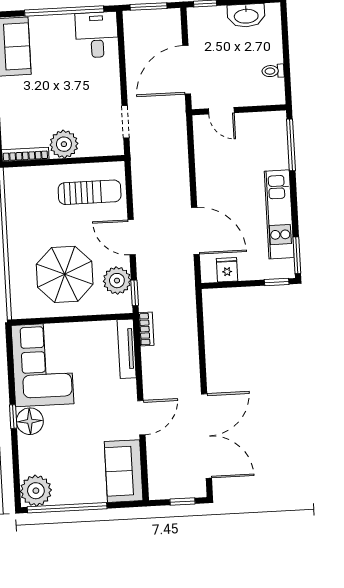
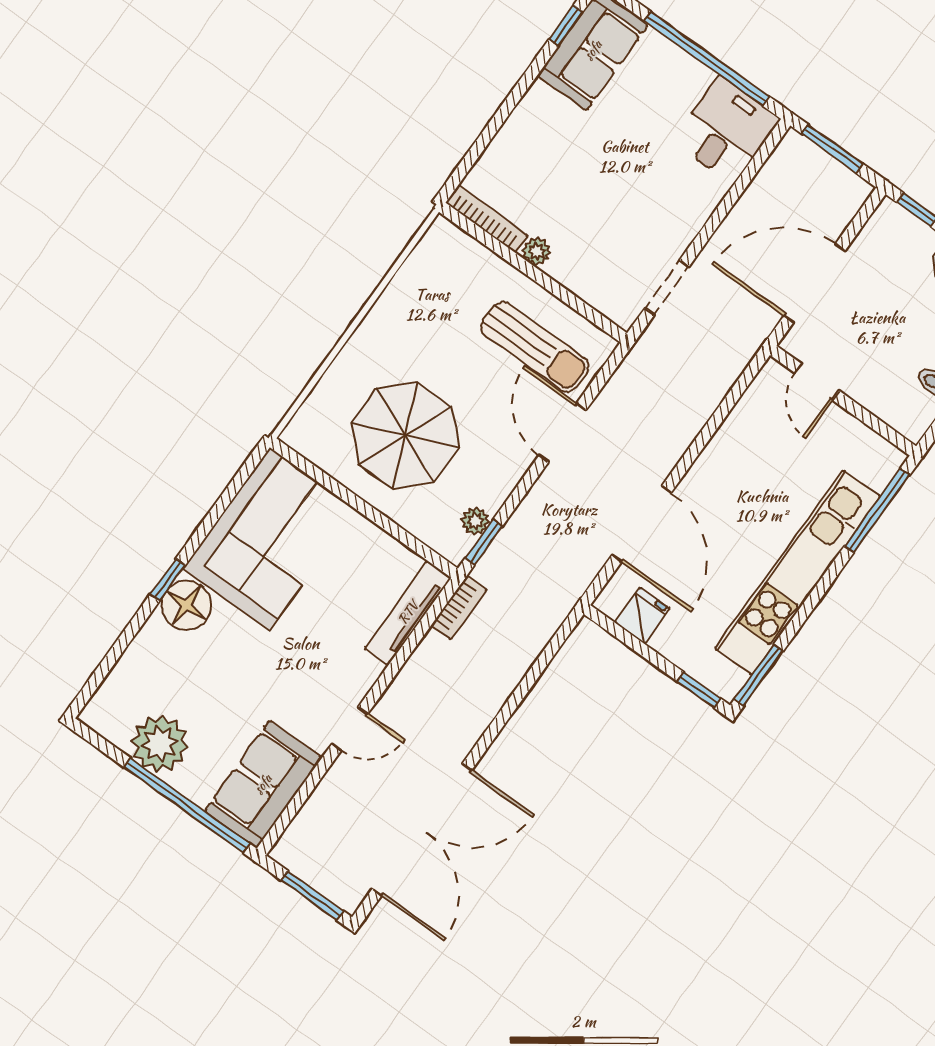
plant: (64, 144) -> (537, 251), width x0.53, depth x0.53
kitchen unit: (279, 214) -> (798, 573), width x1.36
door: (132, 237) -> (563, 433), moved
plant: (117, 281) -> (475, 521), width x0.53, depth x0.53
door: (141, 418) -> (350, 729), width x0.73
plant: (36, 491) -> (160, 744), moved
window: (183, 501) -> (312, 896), width x1.50
window: (67, 508) -> (187, 805), moved

